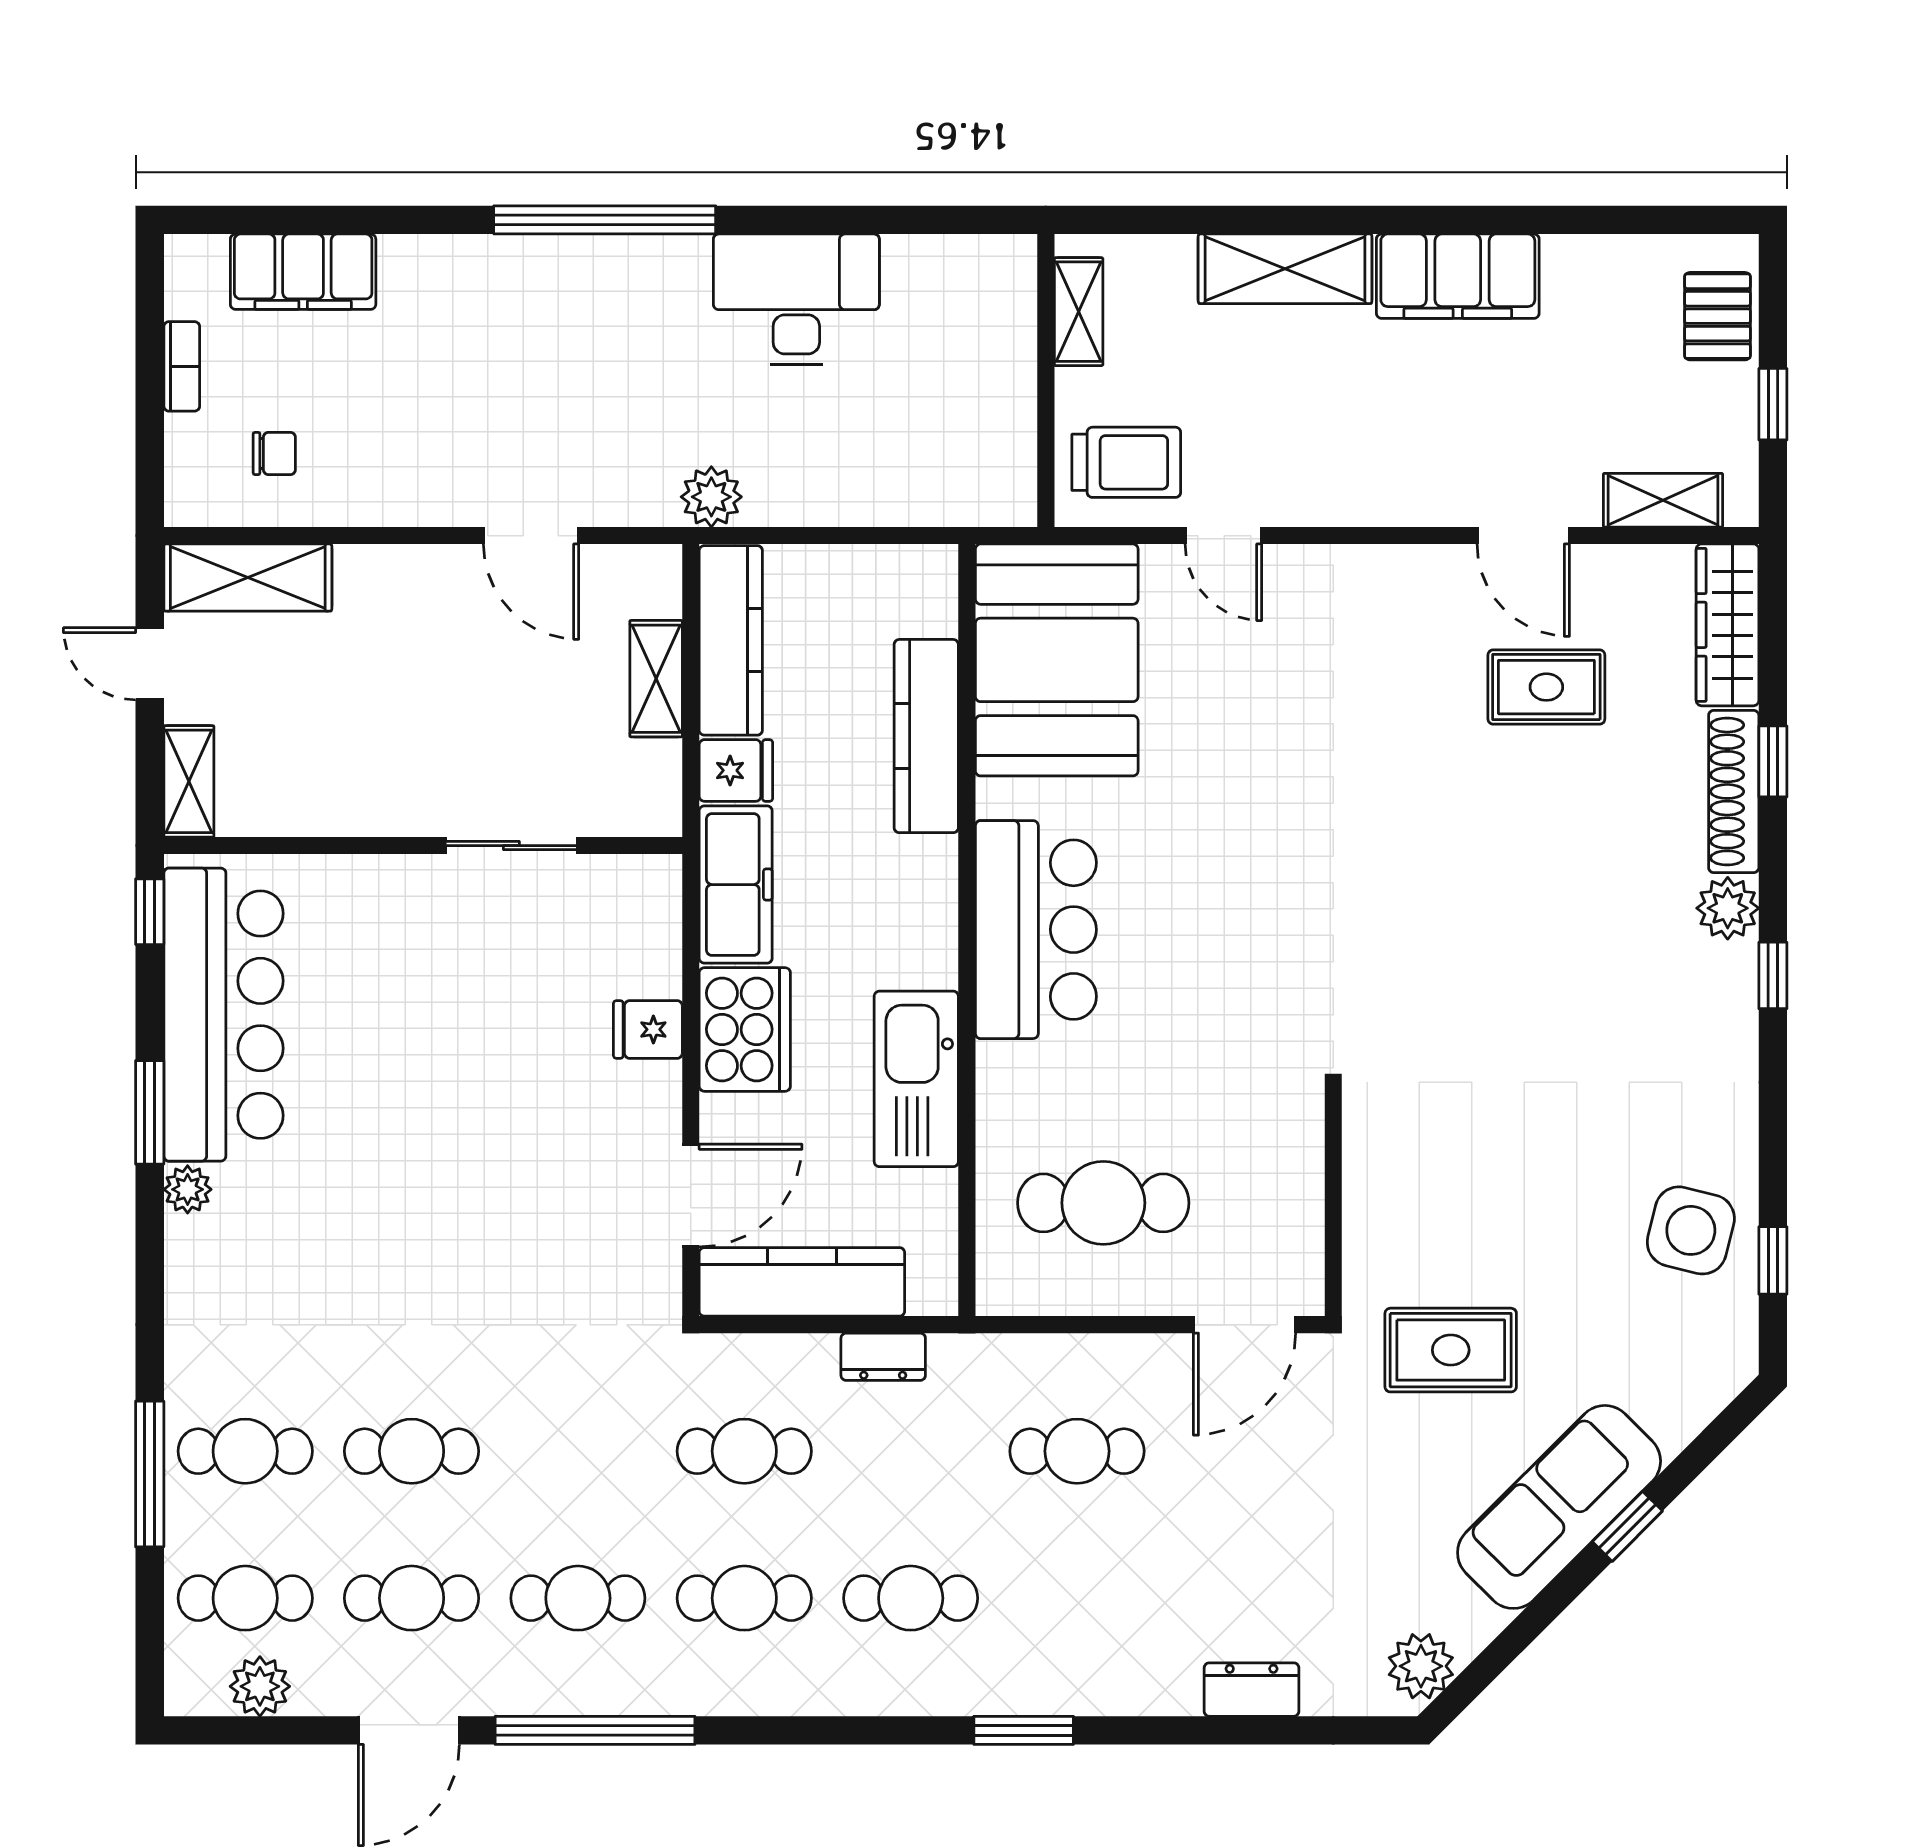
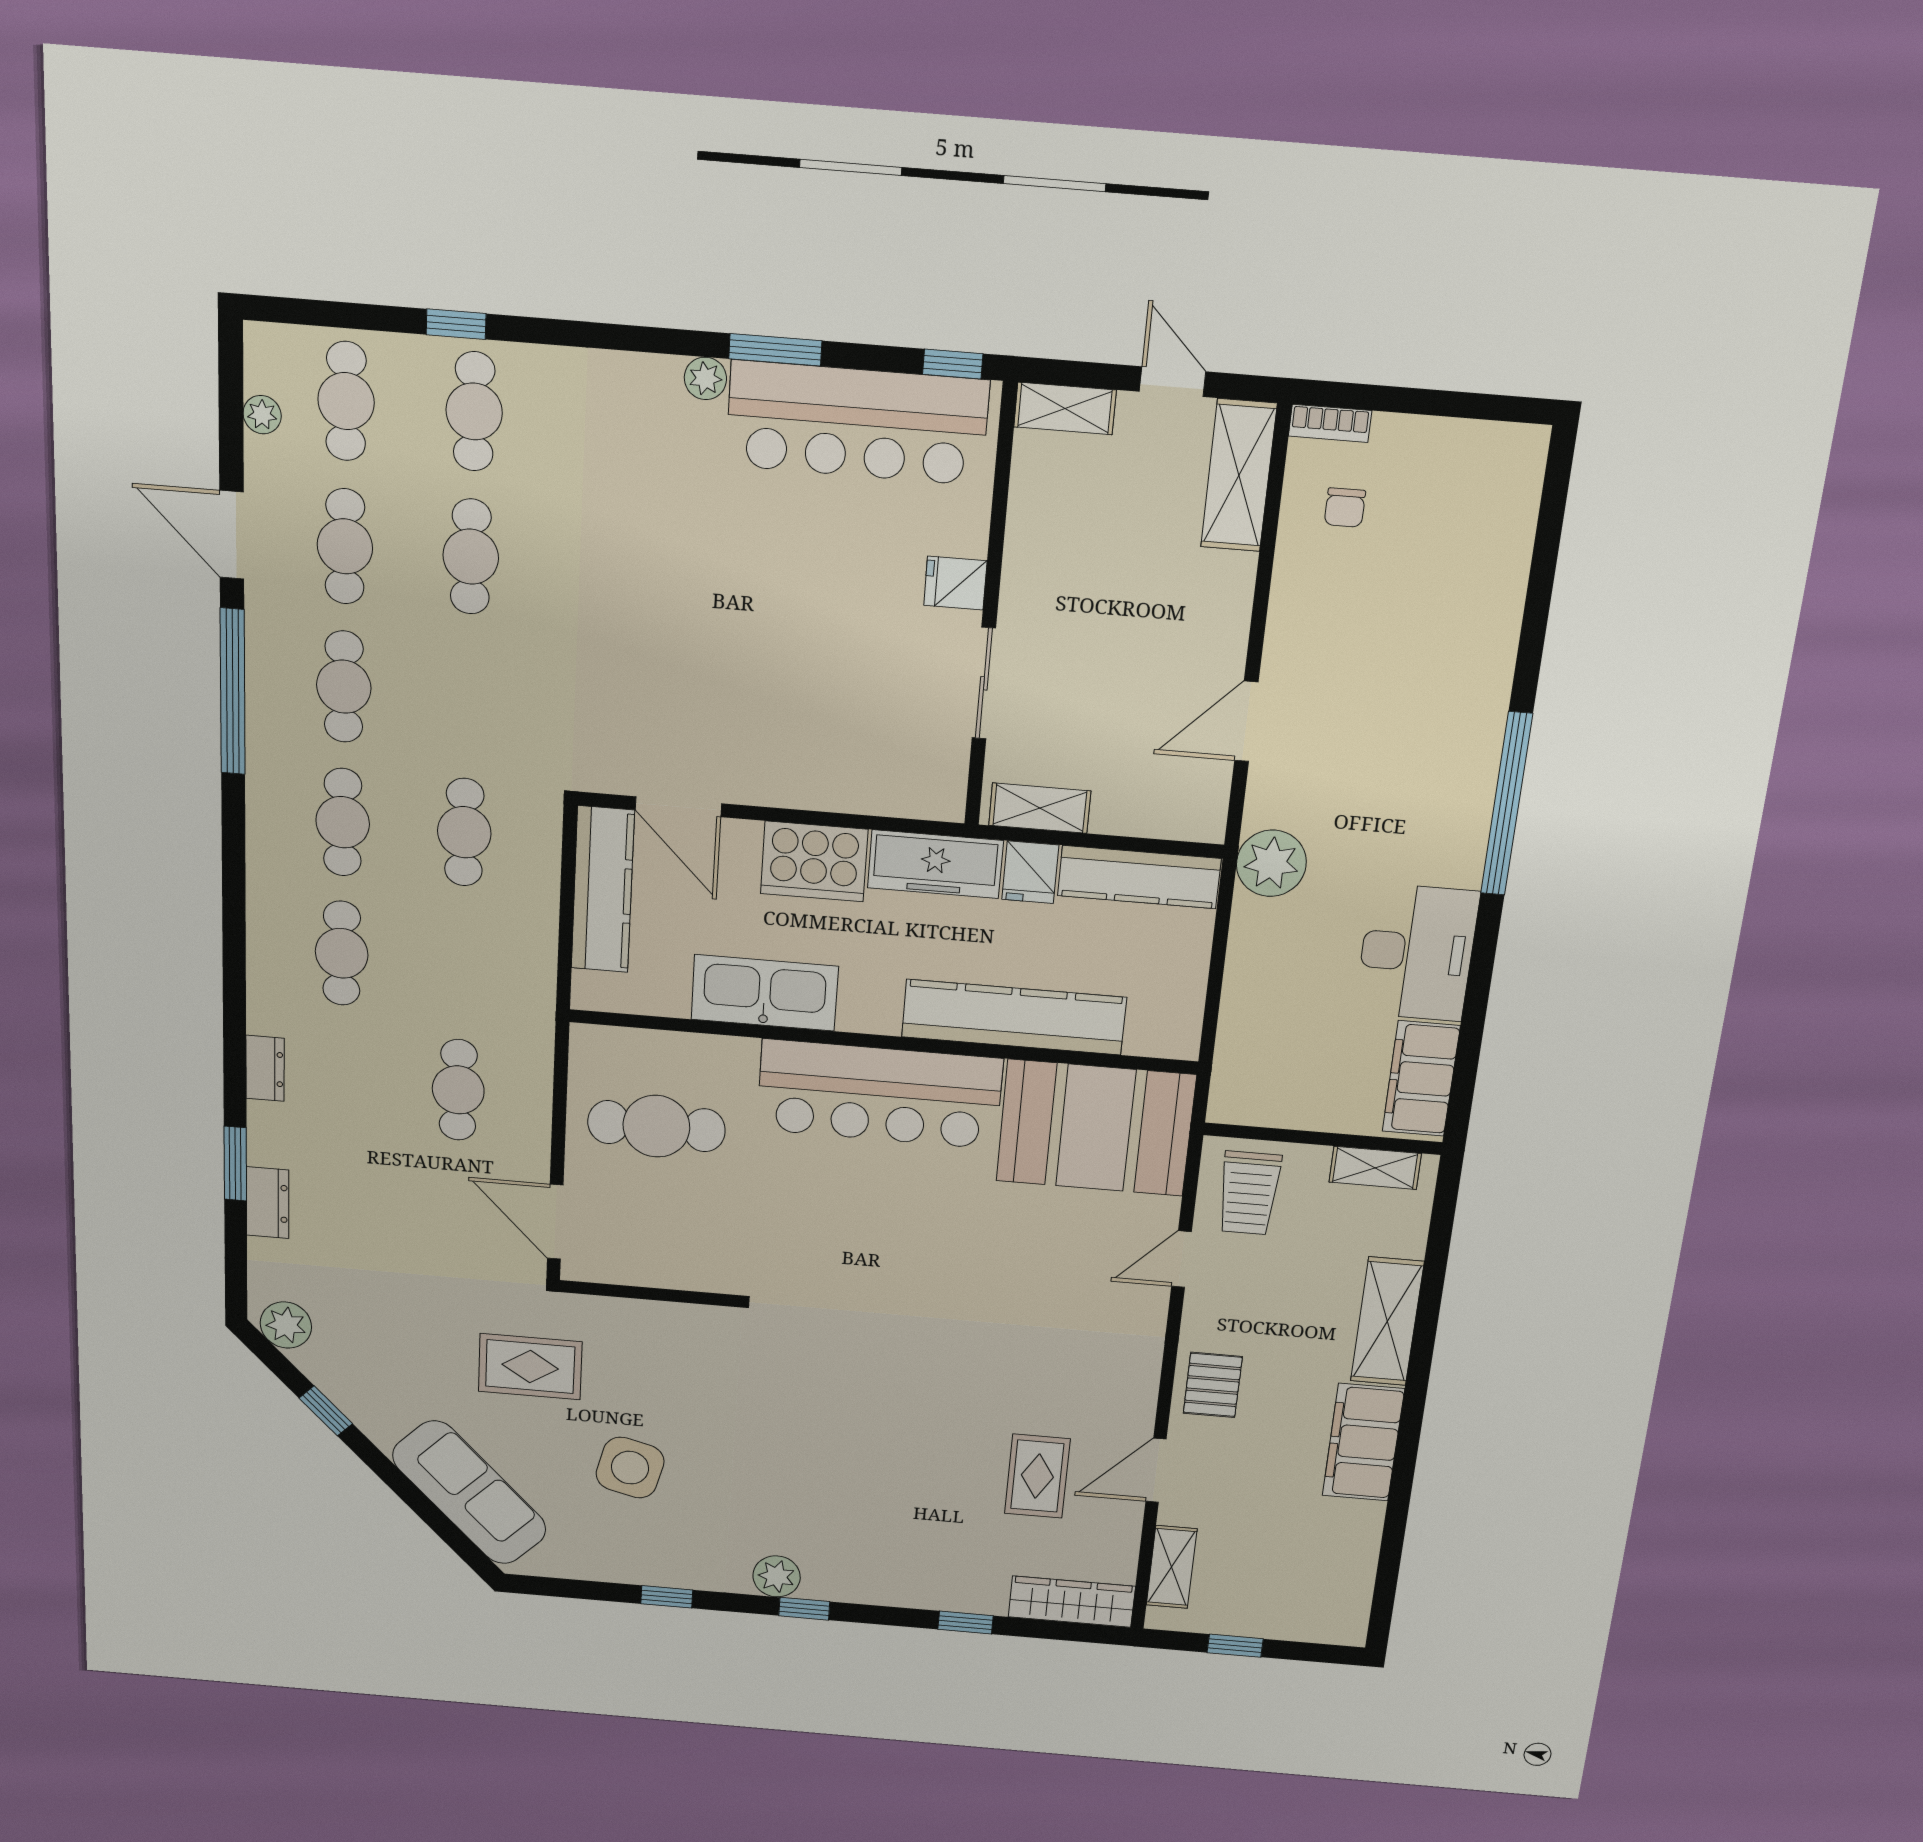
filing cabinet: (303, 272) -> (1421, 1079), moved
pallet: (1717, 316) -> (1213, 1385), moved, turned 90
bookcase: (182, 366) -> (1330, 423), moved
plant: (711, 497) -> (1271, 863), width x1.36, depth x1.36
door: (150, 664) -> (1173, 382), hinge flipped
shelving: (656, 679) -> (1040, 808), moved
kitchen counter: (926, 736) -> (1014, 1017), width x1.39, depth x1.17
shoe rack: (1734, 791) -> (945, 1595), removed
plant: (1728, 908) -> (777, 1576), moved
bar counter: (1036, 930) -> (879, 1094), width x1.36
fridge: (648, 1029) -> (955, 583), moved, turned -90
cafe table: (1103, 1203) -> (656, 1126), turned 90
side table: (1691, 1230) -> (630, 1468), moved
window: (1773, 1260) -> (667, 1597), moved
rug: (1451, 1350) -> (530, 1367), turned 90
dresser: (883, 1357) -> (265, 1068), moved, turned 180
window: (150, 1474) -> (456, 324), width x0.46
sofa: (1559, 1507) -> (469, 1493), moved
window: (1627, 1526) -> (326, 1411), moved
plant: (260, 1686) -> (262, 415), width x0.73, depth x0.73
window: (1024, 1730) -> (235, 1164), moved

